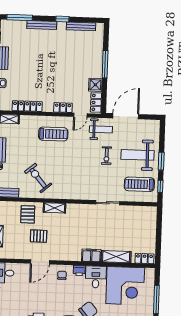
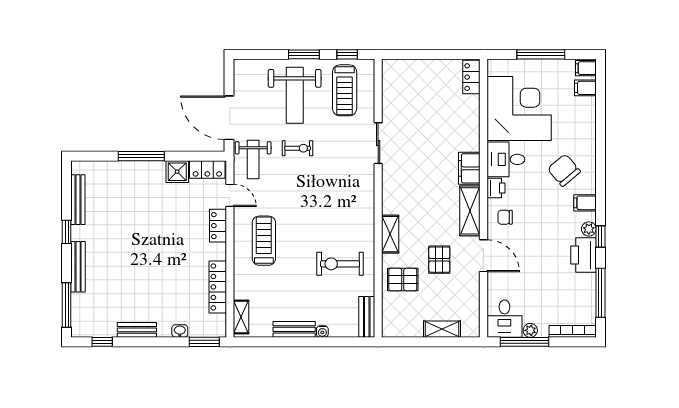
weight bench: (101, 129) -> (253, 159), turned 180
exercise bike: (38, 178) -> (340, 264), turned 40
shelving: (116, 257) -> (470, 211), moved

